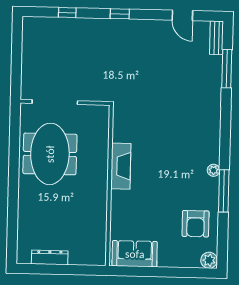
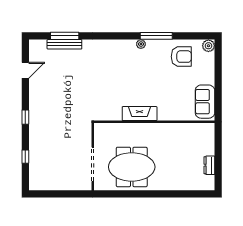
bench: (216, 38) -> (64, 44), moved, width x1.36
dresser: (50, 257) -> (209, 165), width x0.70

